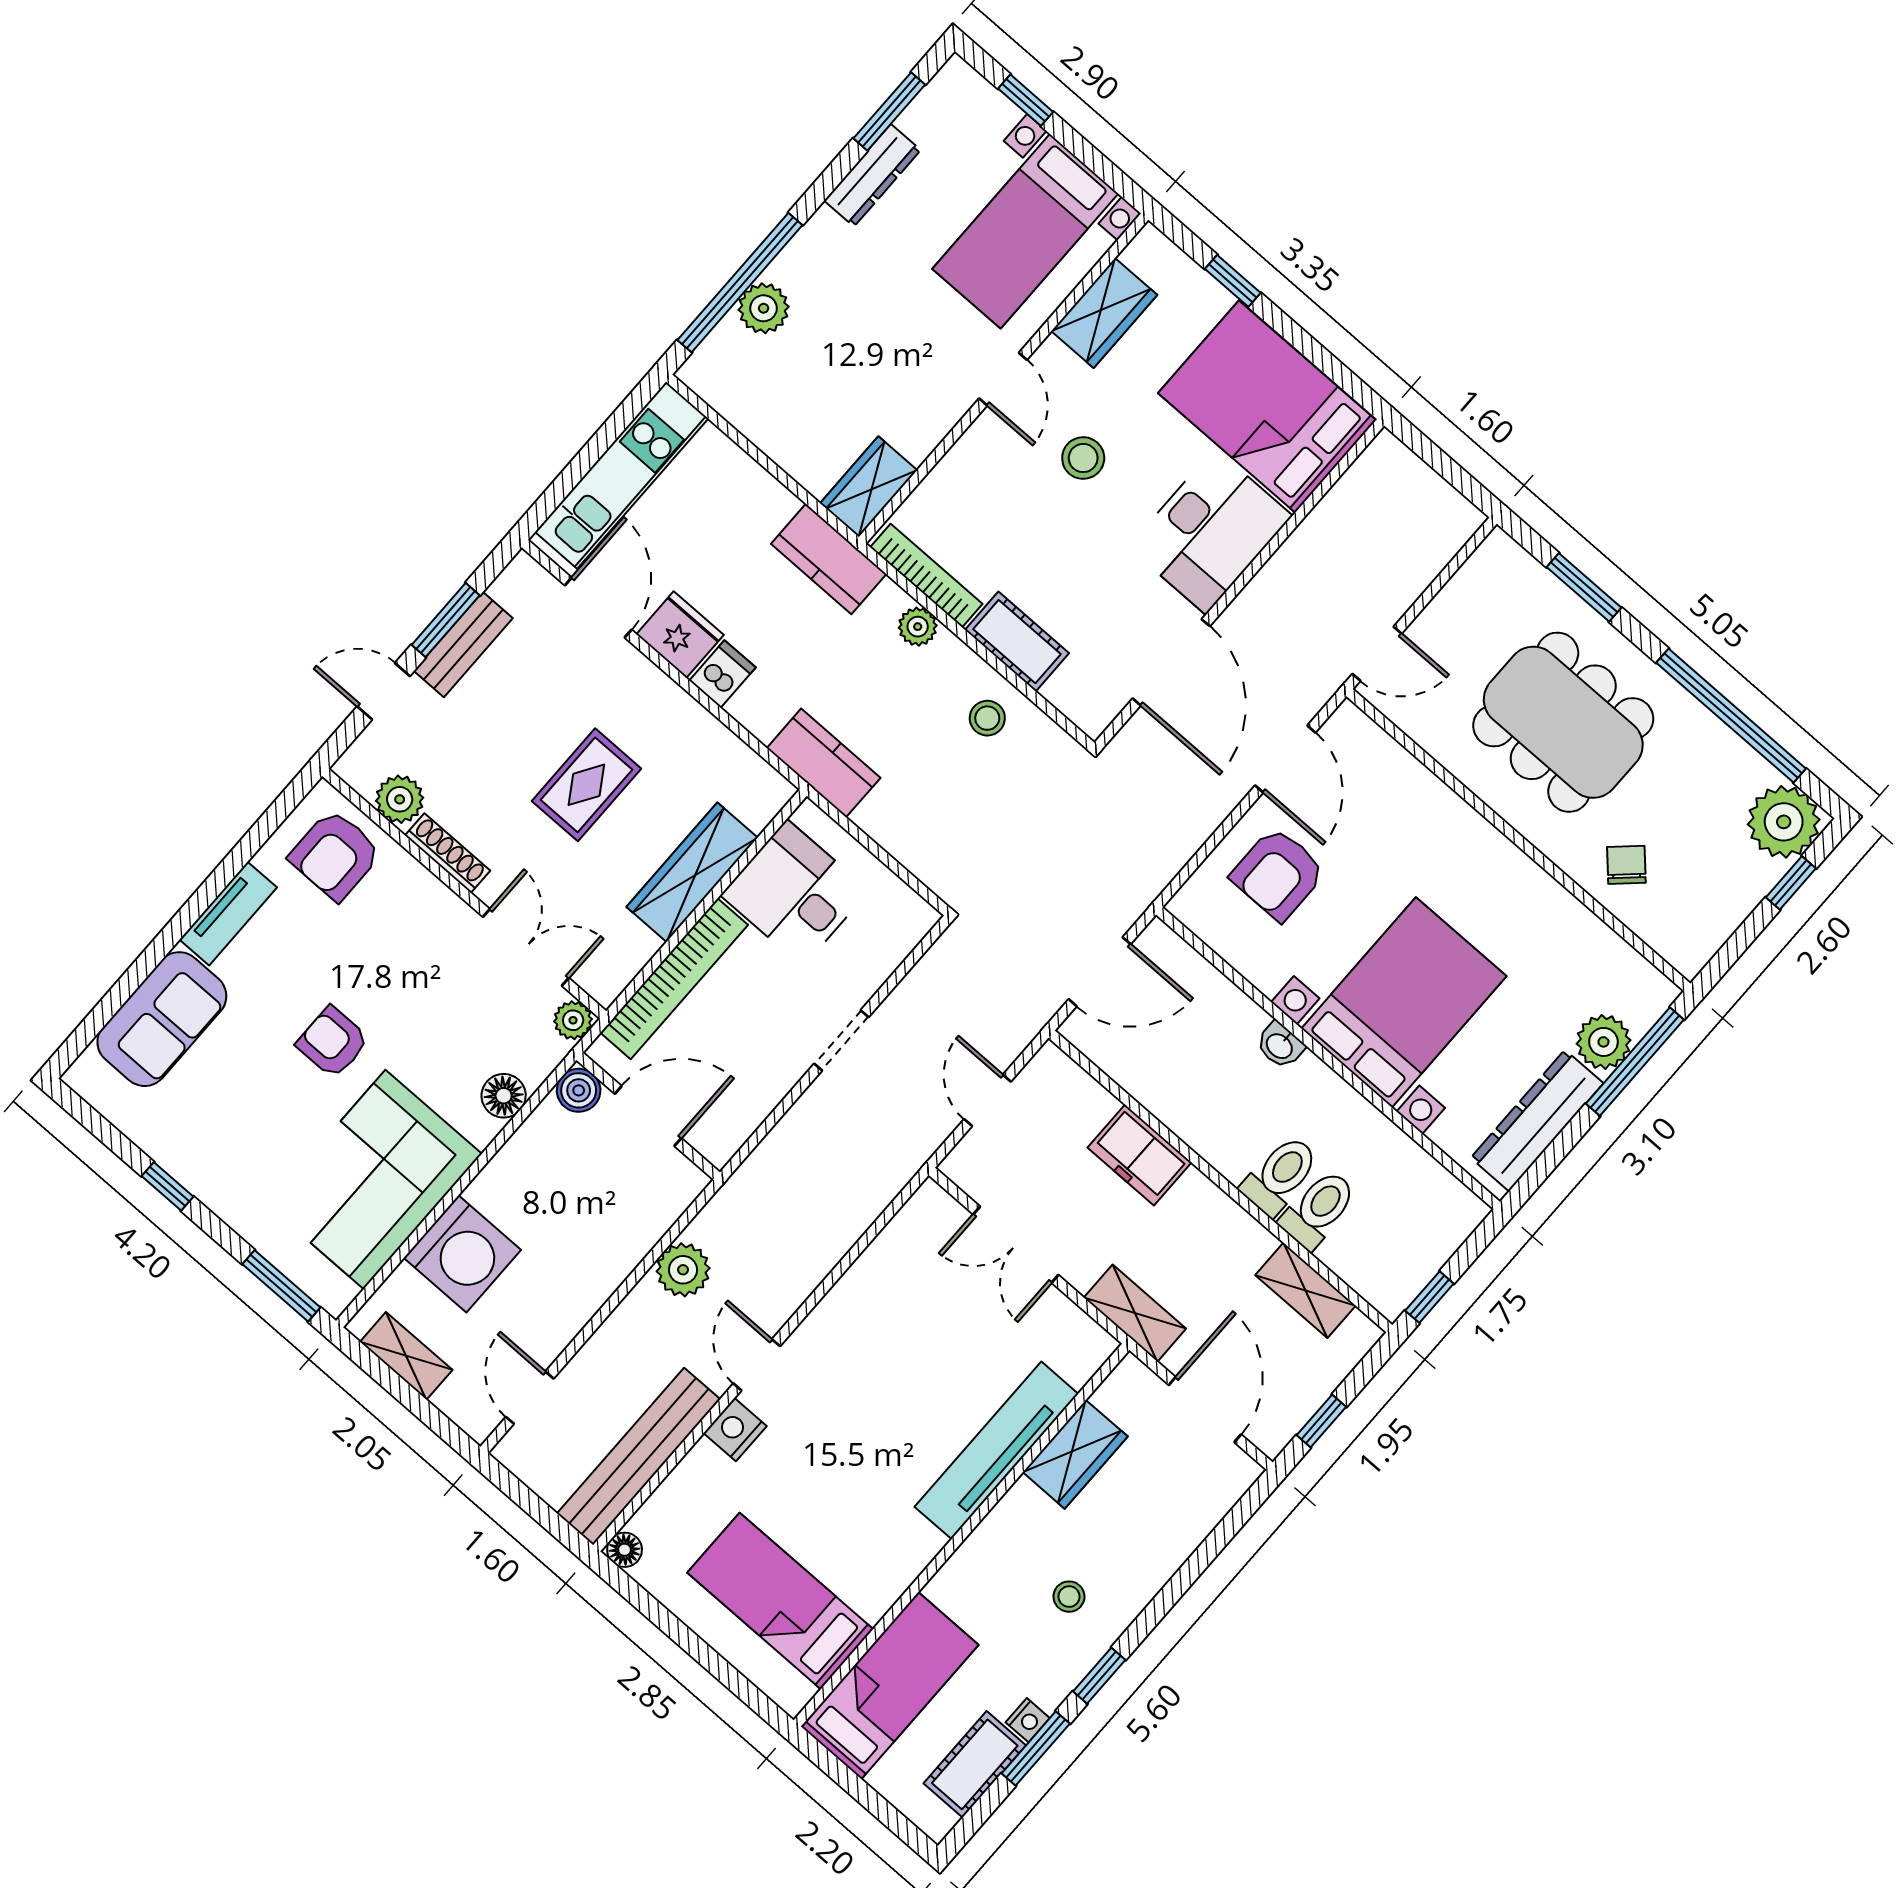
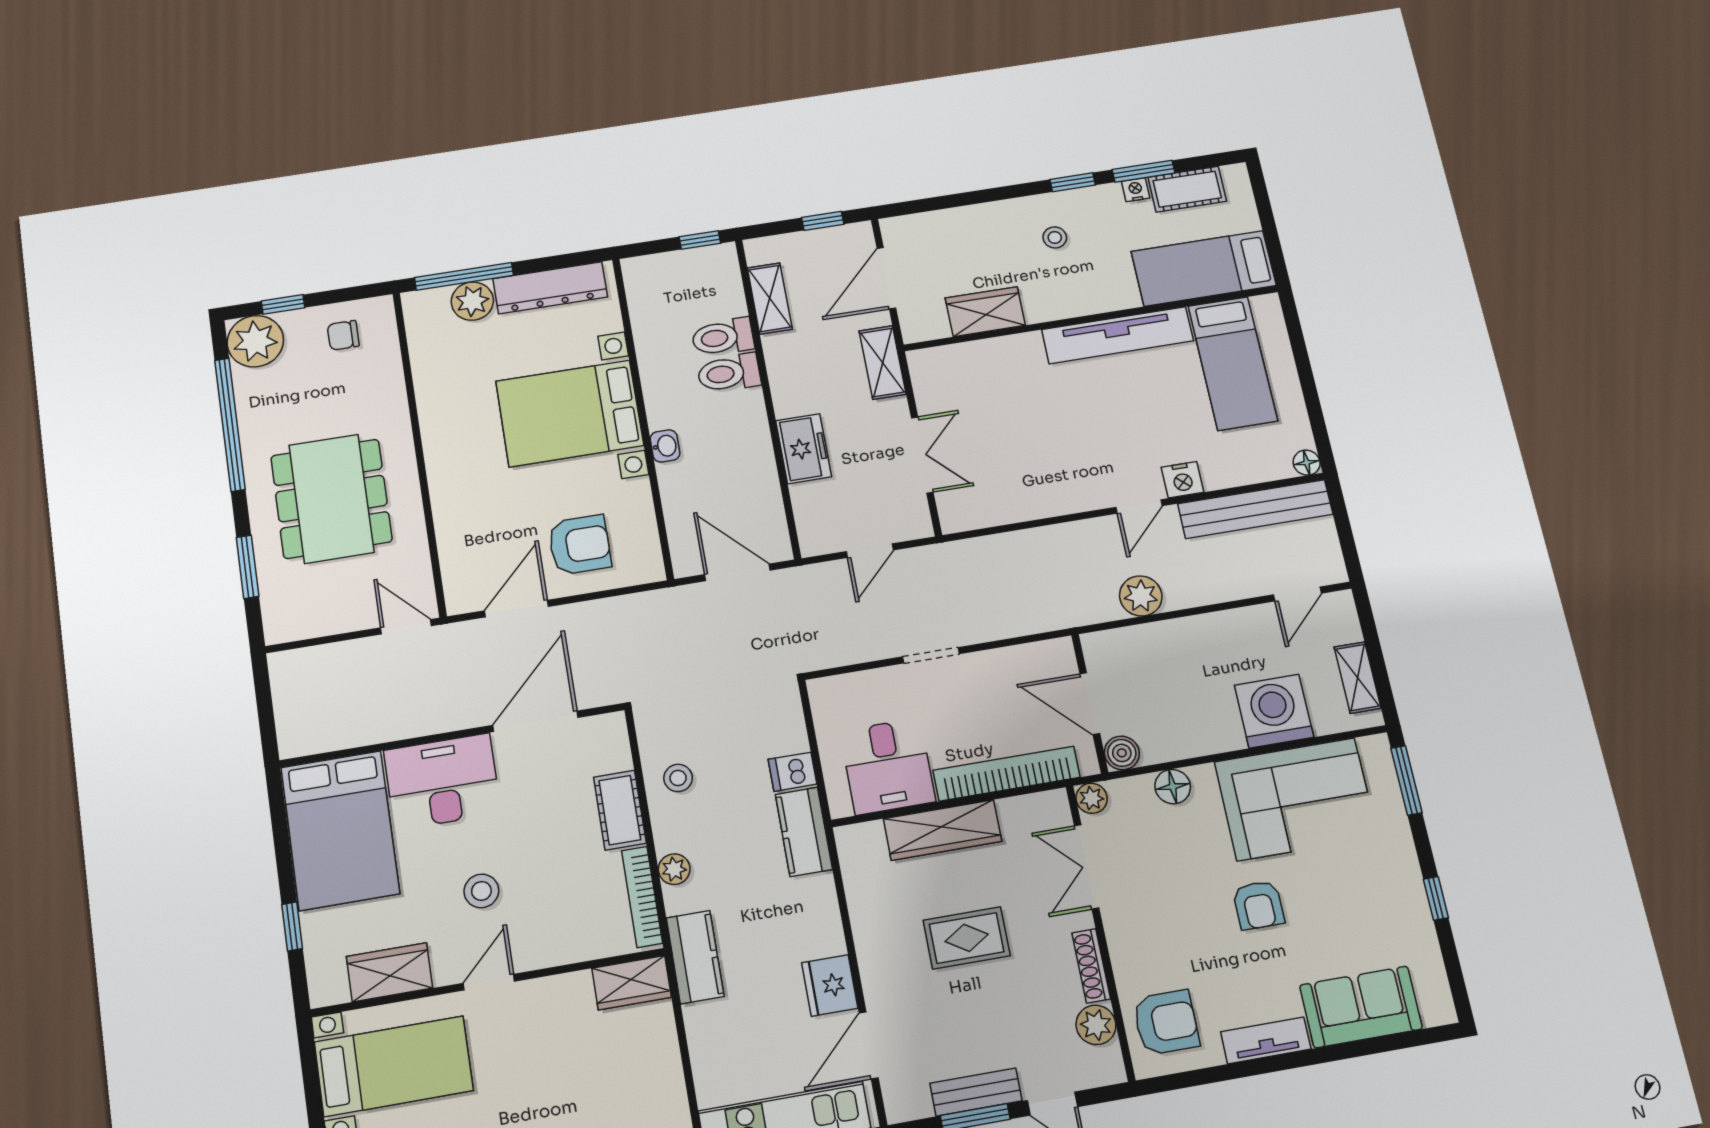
dishwasher: (722, 674) -> (792, 772), moved
chair: (1626, 865) -> (343, 335), moved, turned 43
tv unit: (996, 1450) -> (1118, 335), moved

